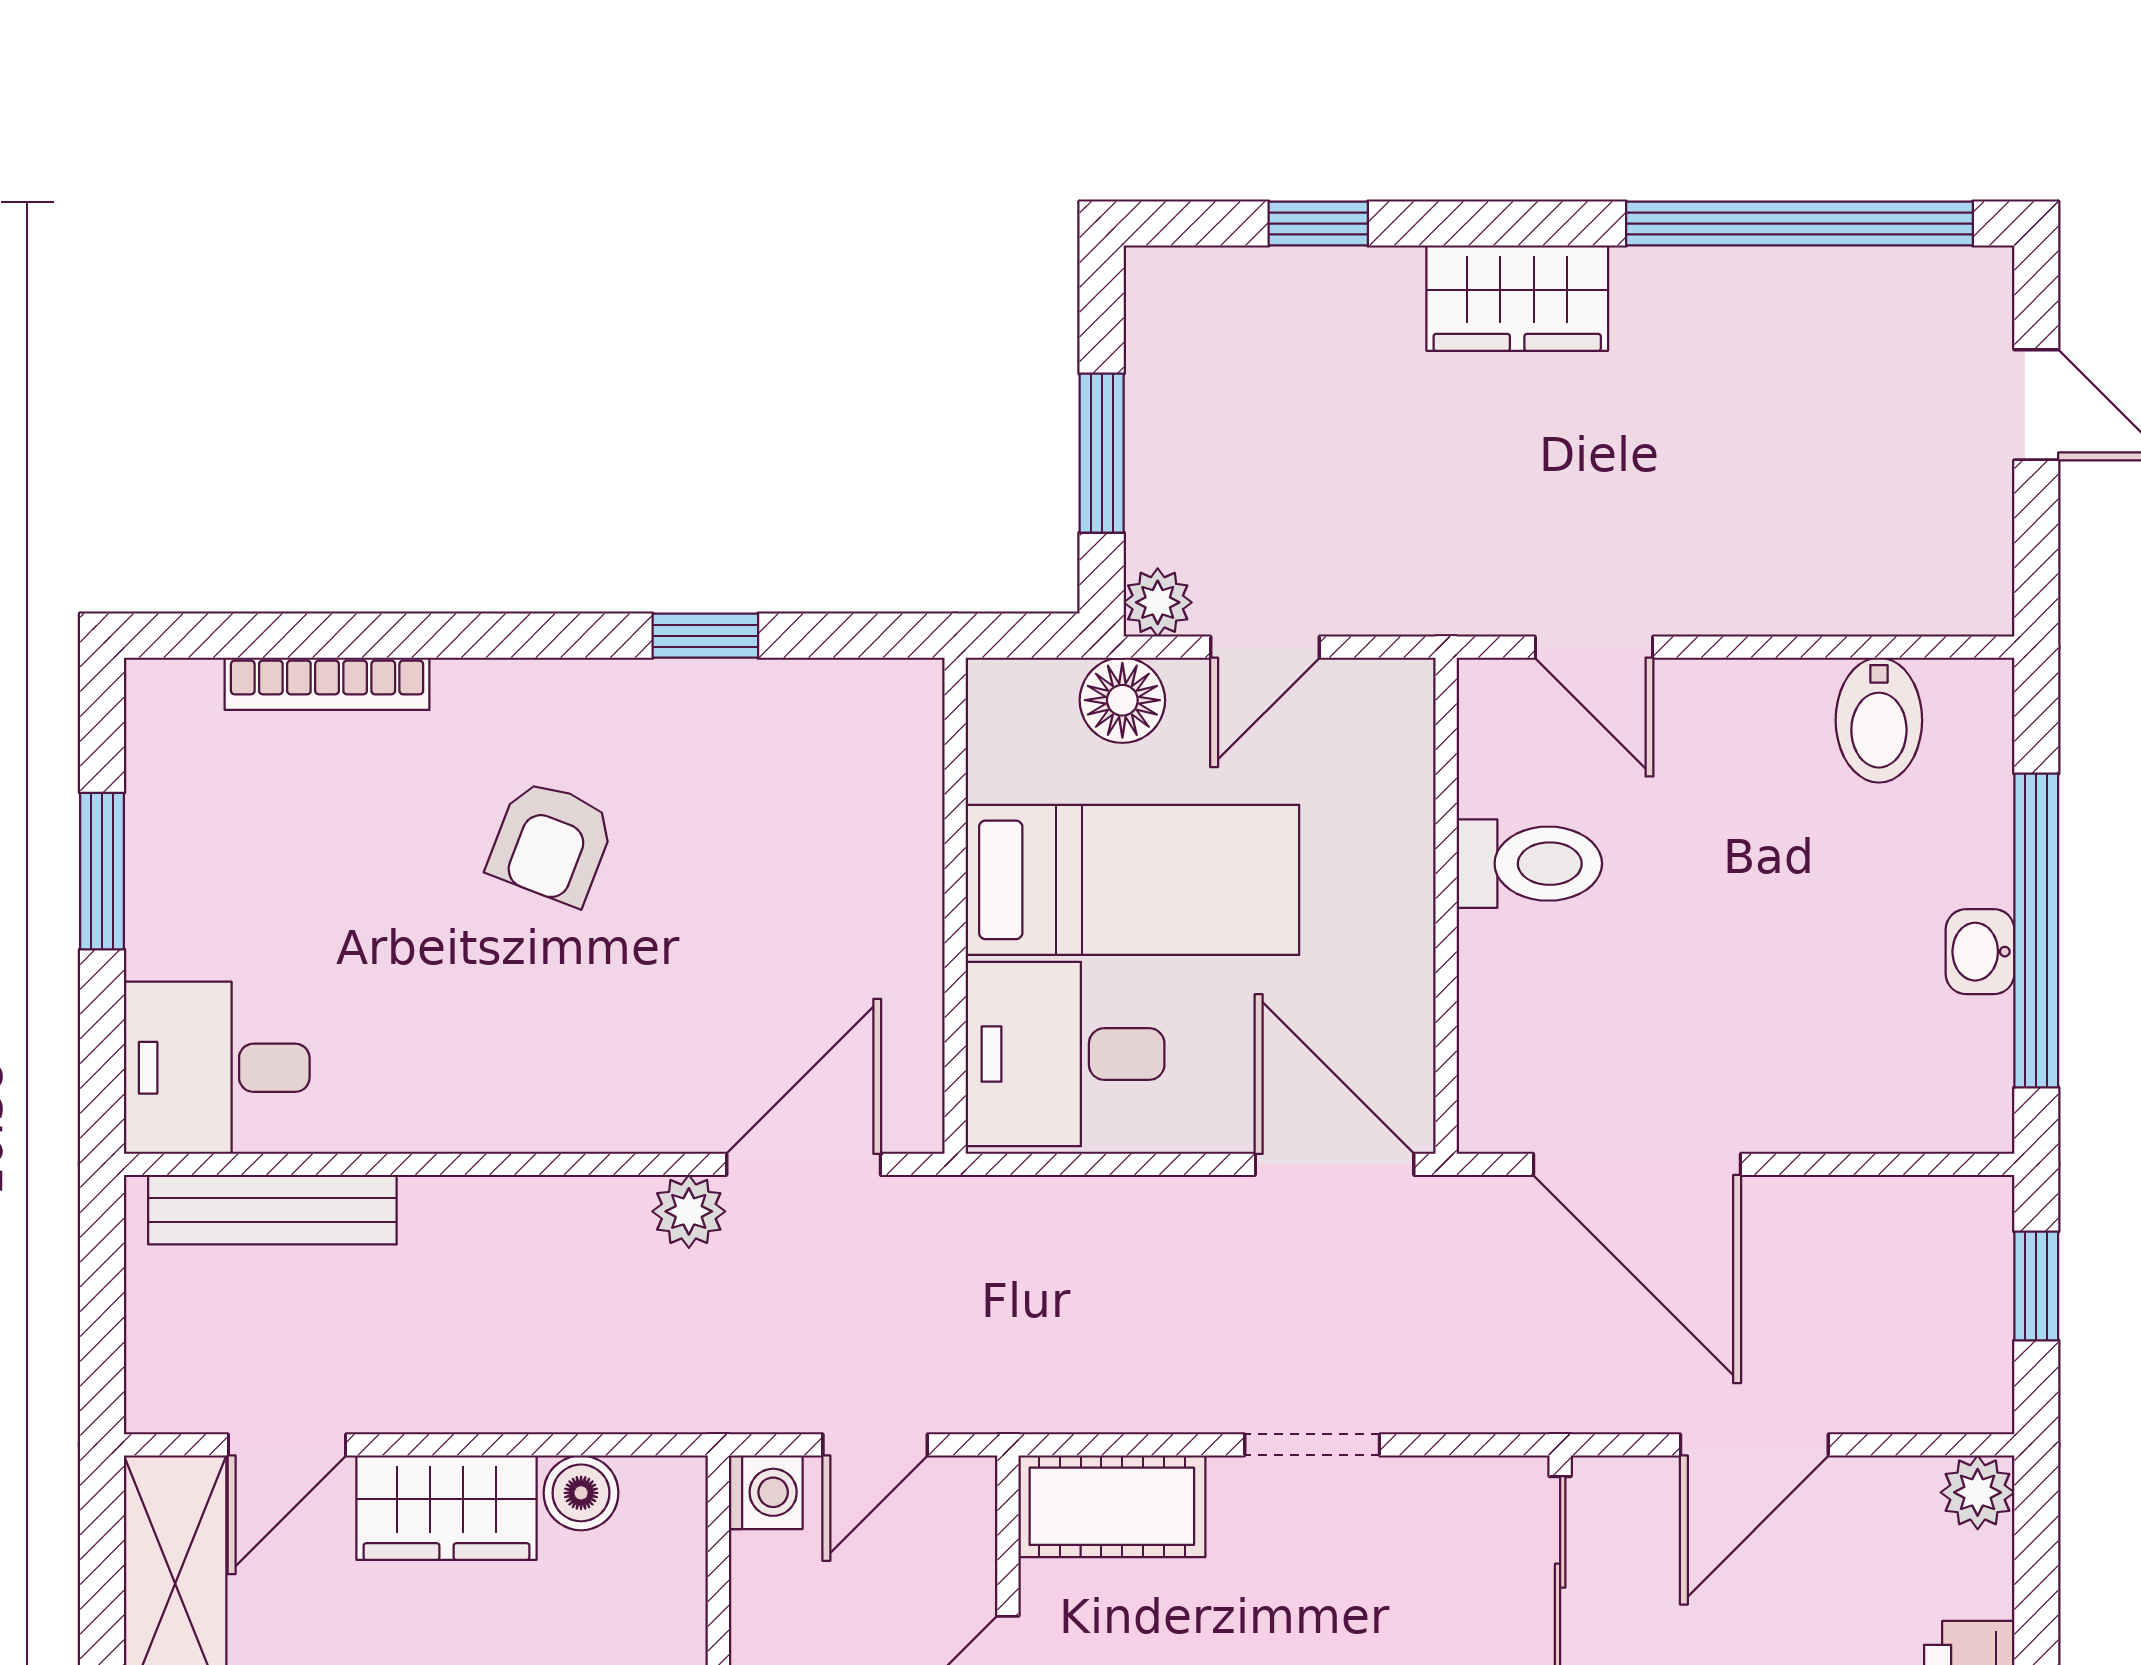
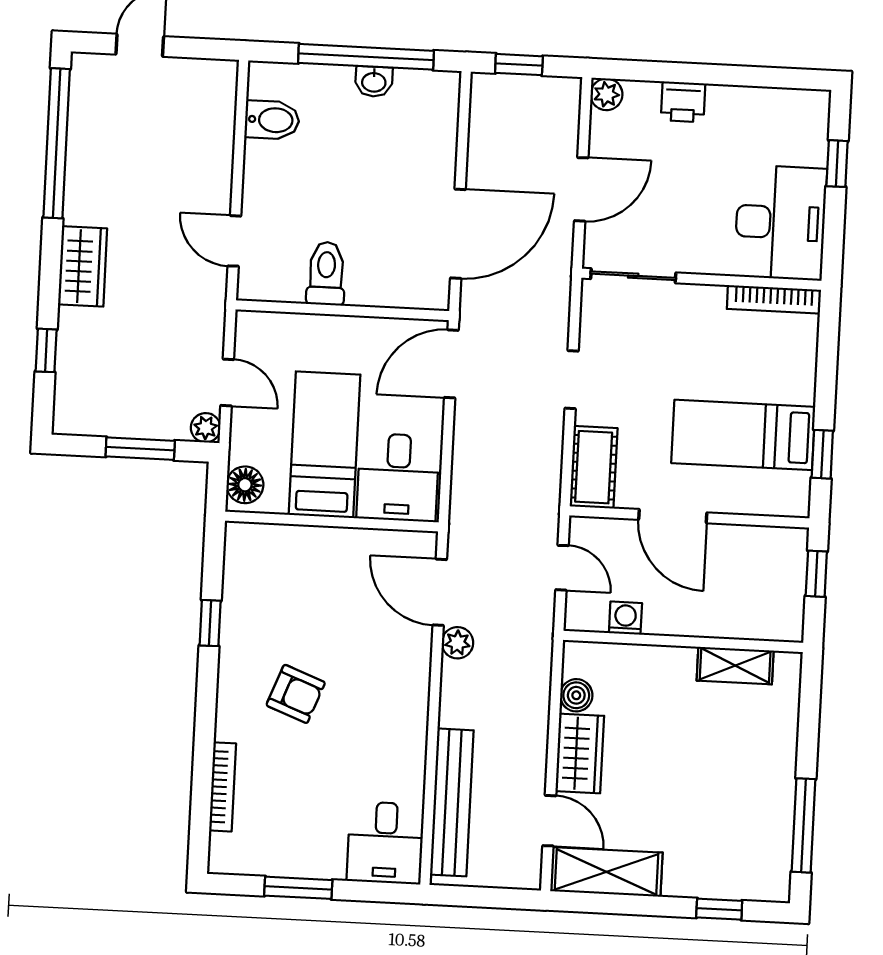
door: (1594, 647) -> (234, 241), swing flipped
floor lamp: (1122, 700) -> (245, 485), moved
bench: (272, 1210) -> (452, 802), width x1.37, depth x1.21
door: (1754, 1445) -> (581, 189), hinge flipped
washing machine: (766, 1492) -> (625, 618), moved

